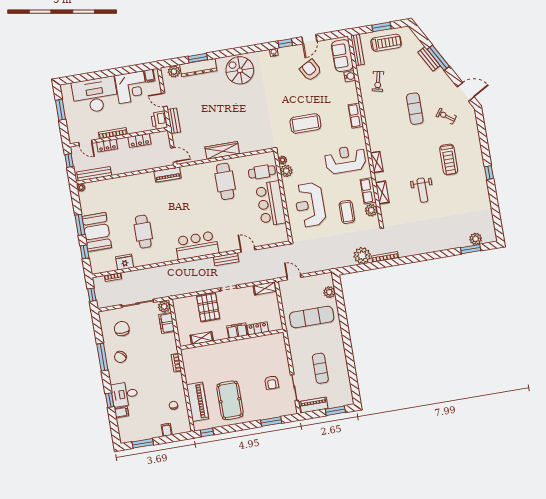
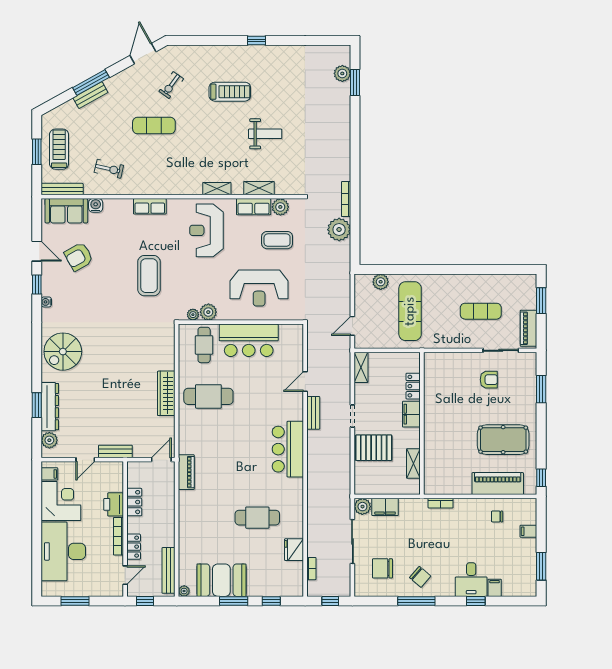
printer: (159, 120) -> (114, 504), moved, turned 90
booth: (97, 232) -> (221, 580), moved

